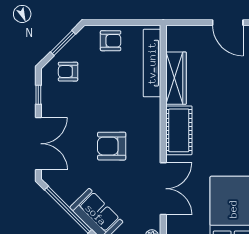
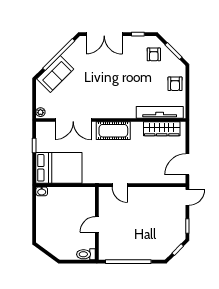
armchair: (68, 72) -> (154, 54), turned 180
wardrobe: (176, 78) -> (162, 129), moved
armchair: (112, 146) -> (103, 85), removed

